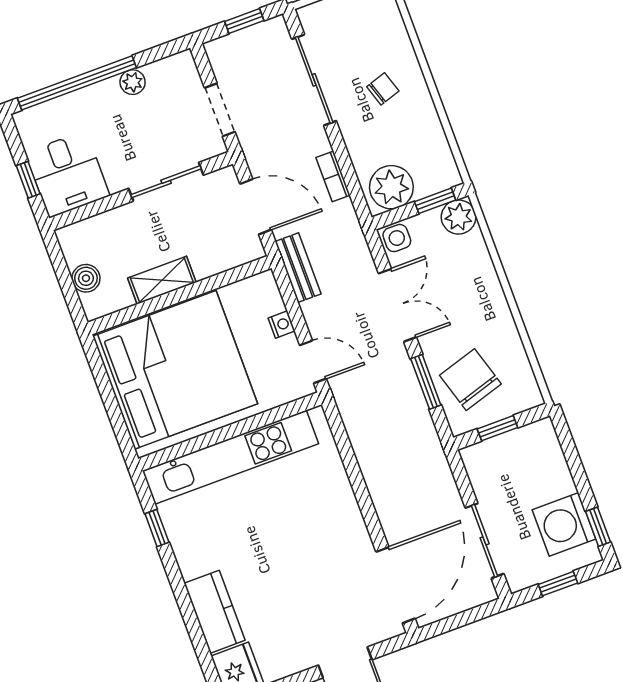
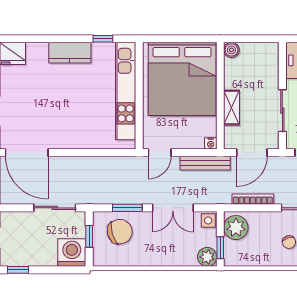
bookcase: (333, 176) -> (253, 199), width x1.56
bench: (298, 268) -> (205, 163), width x1.36
boiler: (86, 278) -> (231, 50), moved
shelving: (162, 280) -> (232, 108), moved
nightstand: (282, 324) -> (211, 143), moved
washing machine: (564, 524) -> (72, 253), moved
sliding door: (485, 541) -> (55, 208), moved
kitchen counter: (215, 612) -> (70, 53), moved

